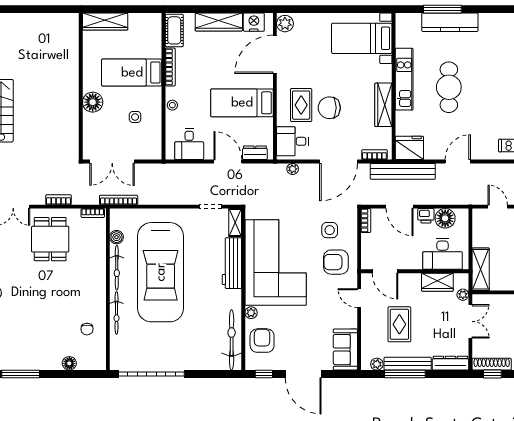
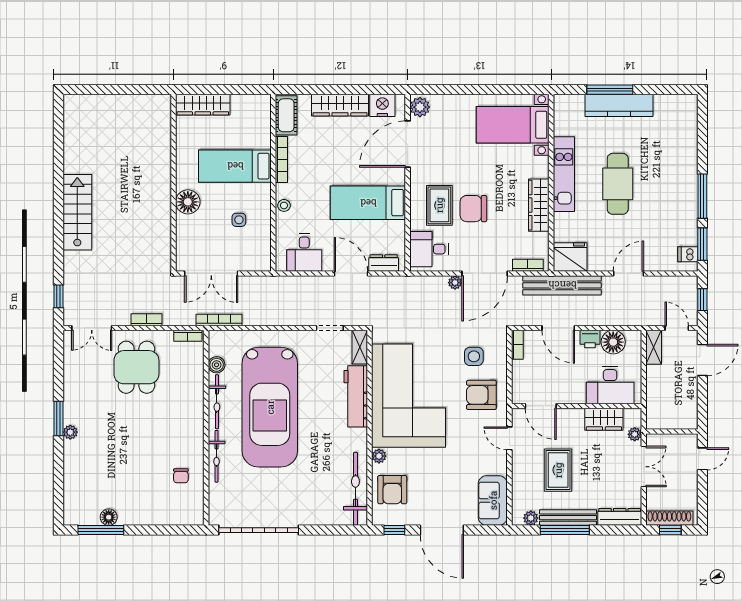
plant: (293, 169) -> (455, 283), moved
shelving: (481, 269) -> (654, 347), moved, width x0.67, depth x0.75
armchair: (262, 341) -> (392, 490), turned 180
floor lamp: (69, 363) -> (109, 517), moved

